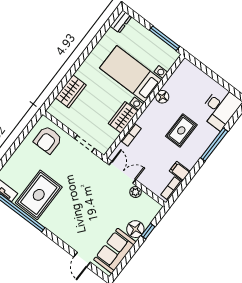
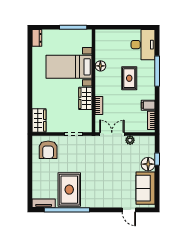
wardrobe: (71, 91) -> (39, 121), moved

